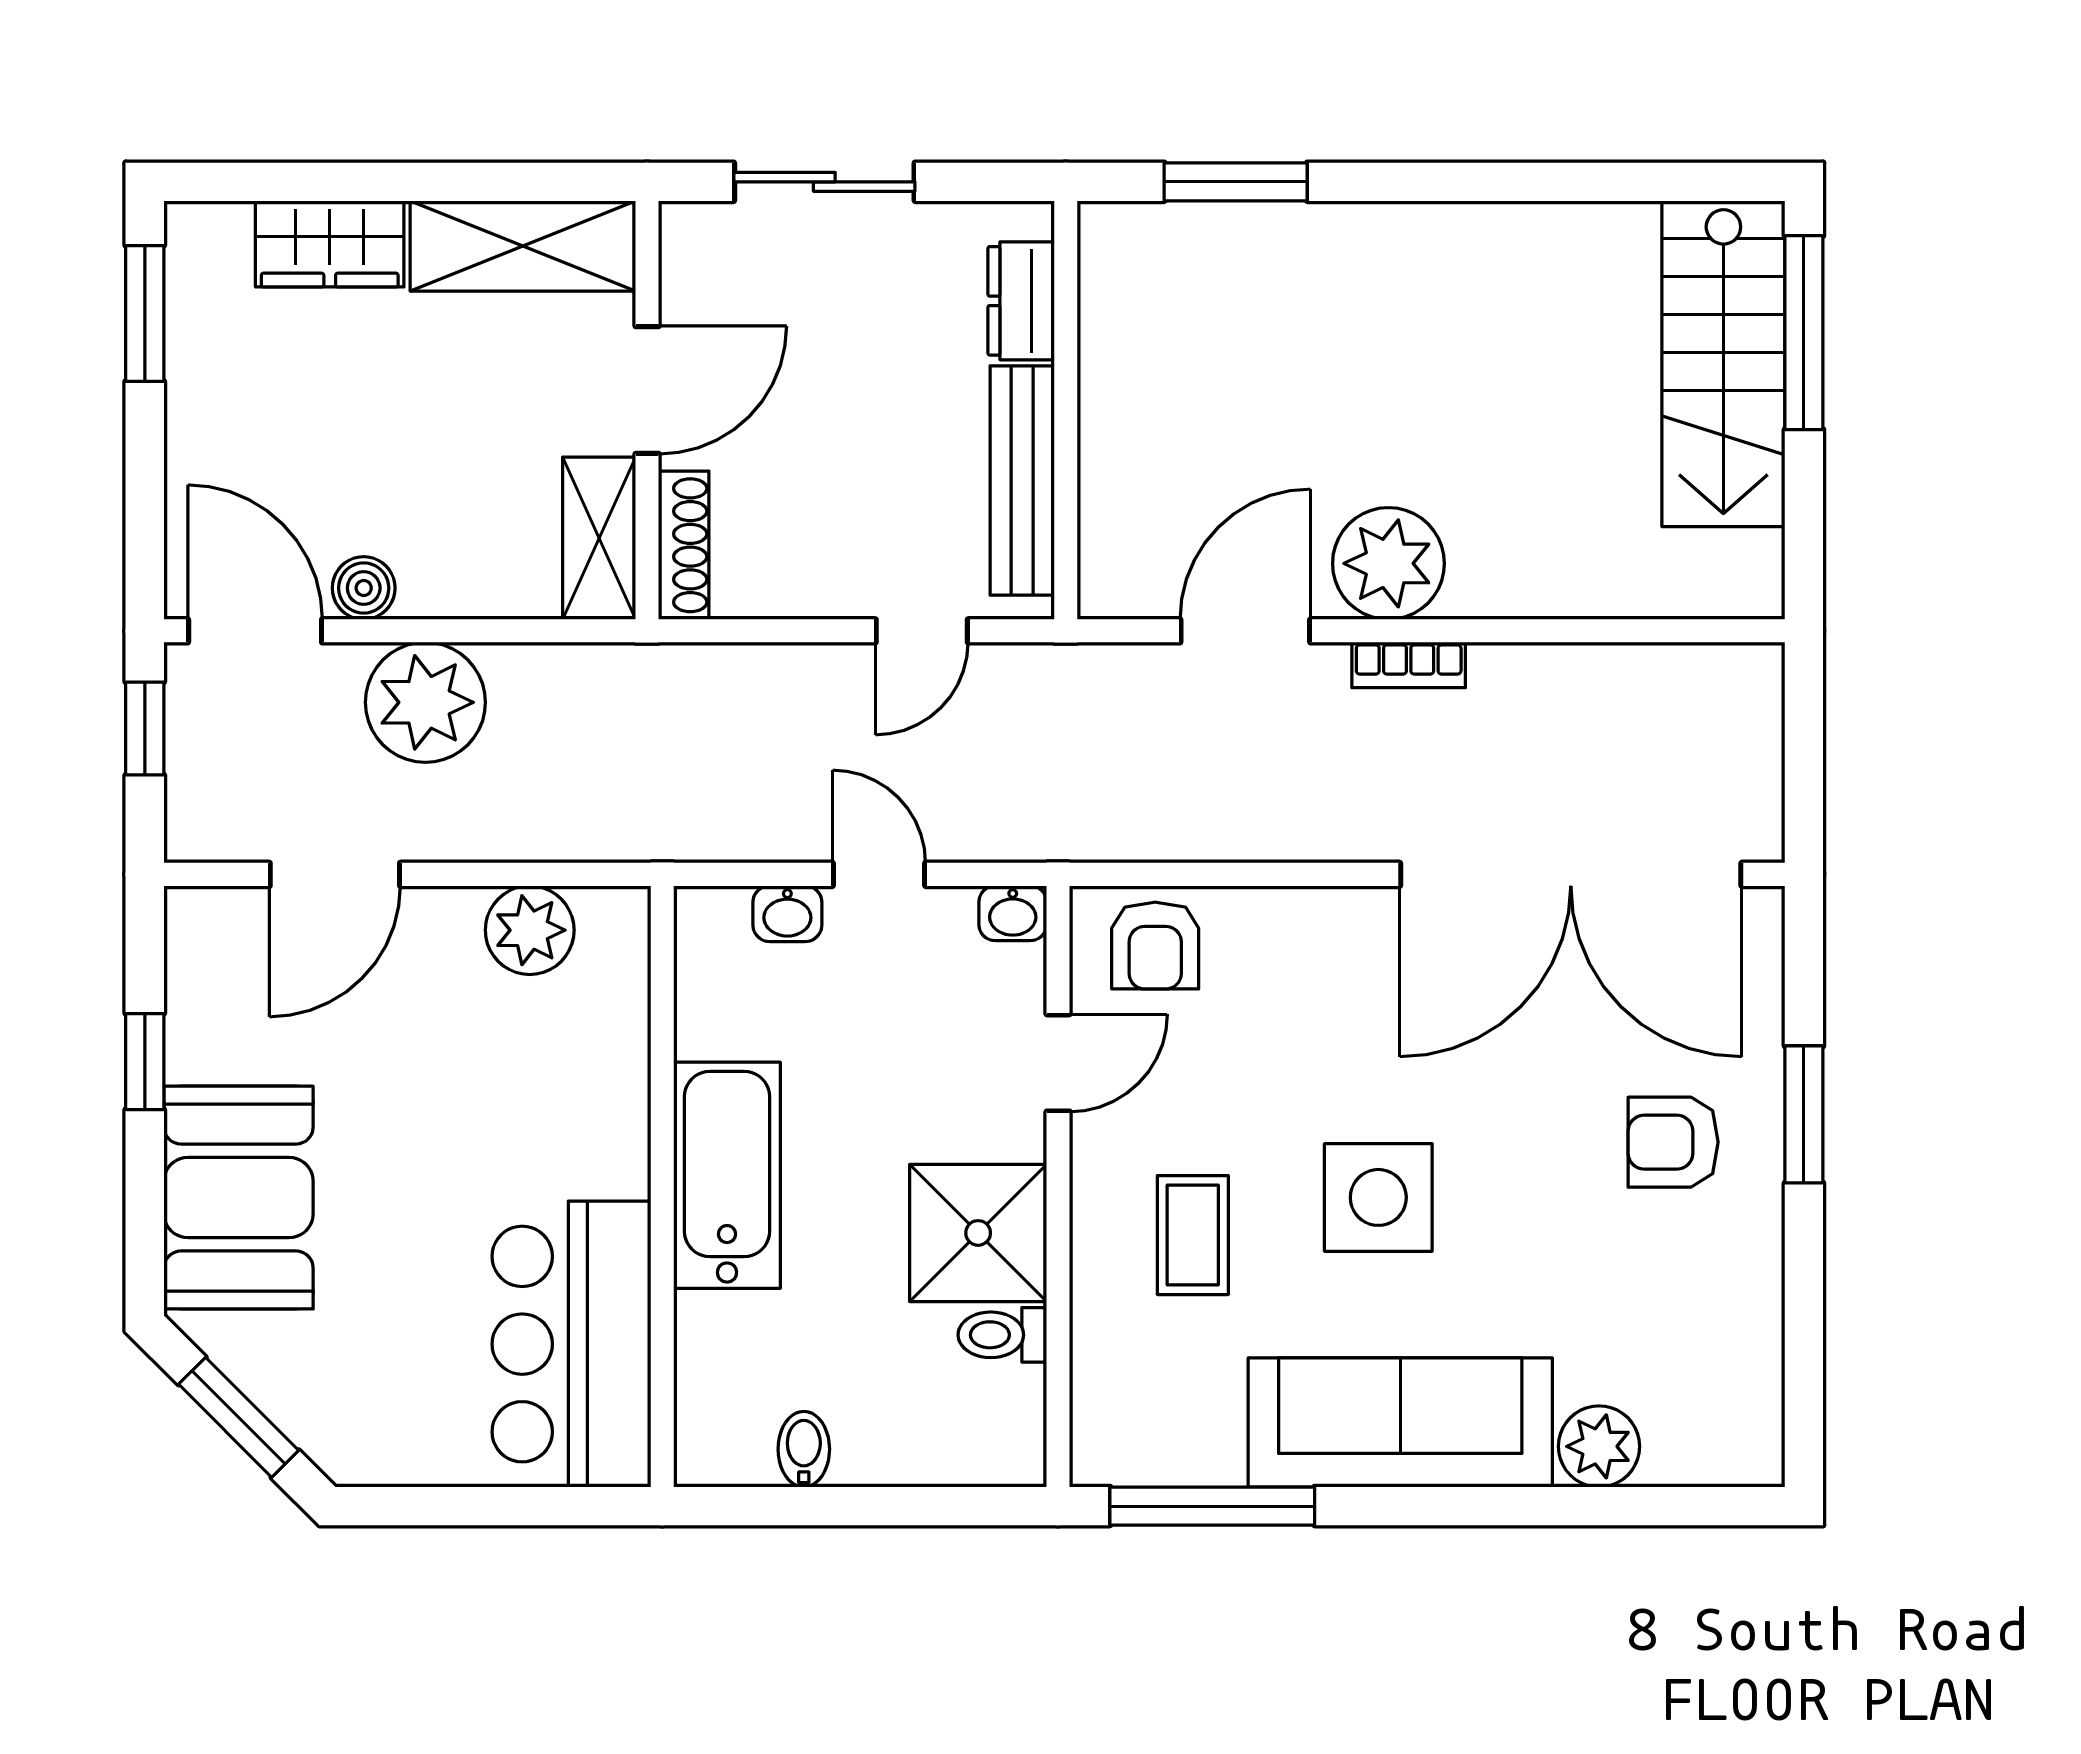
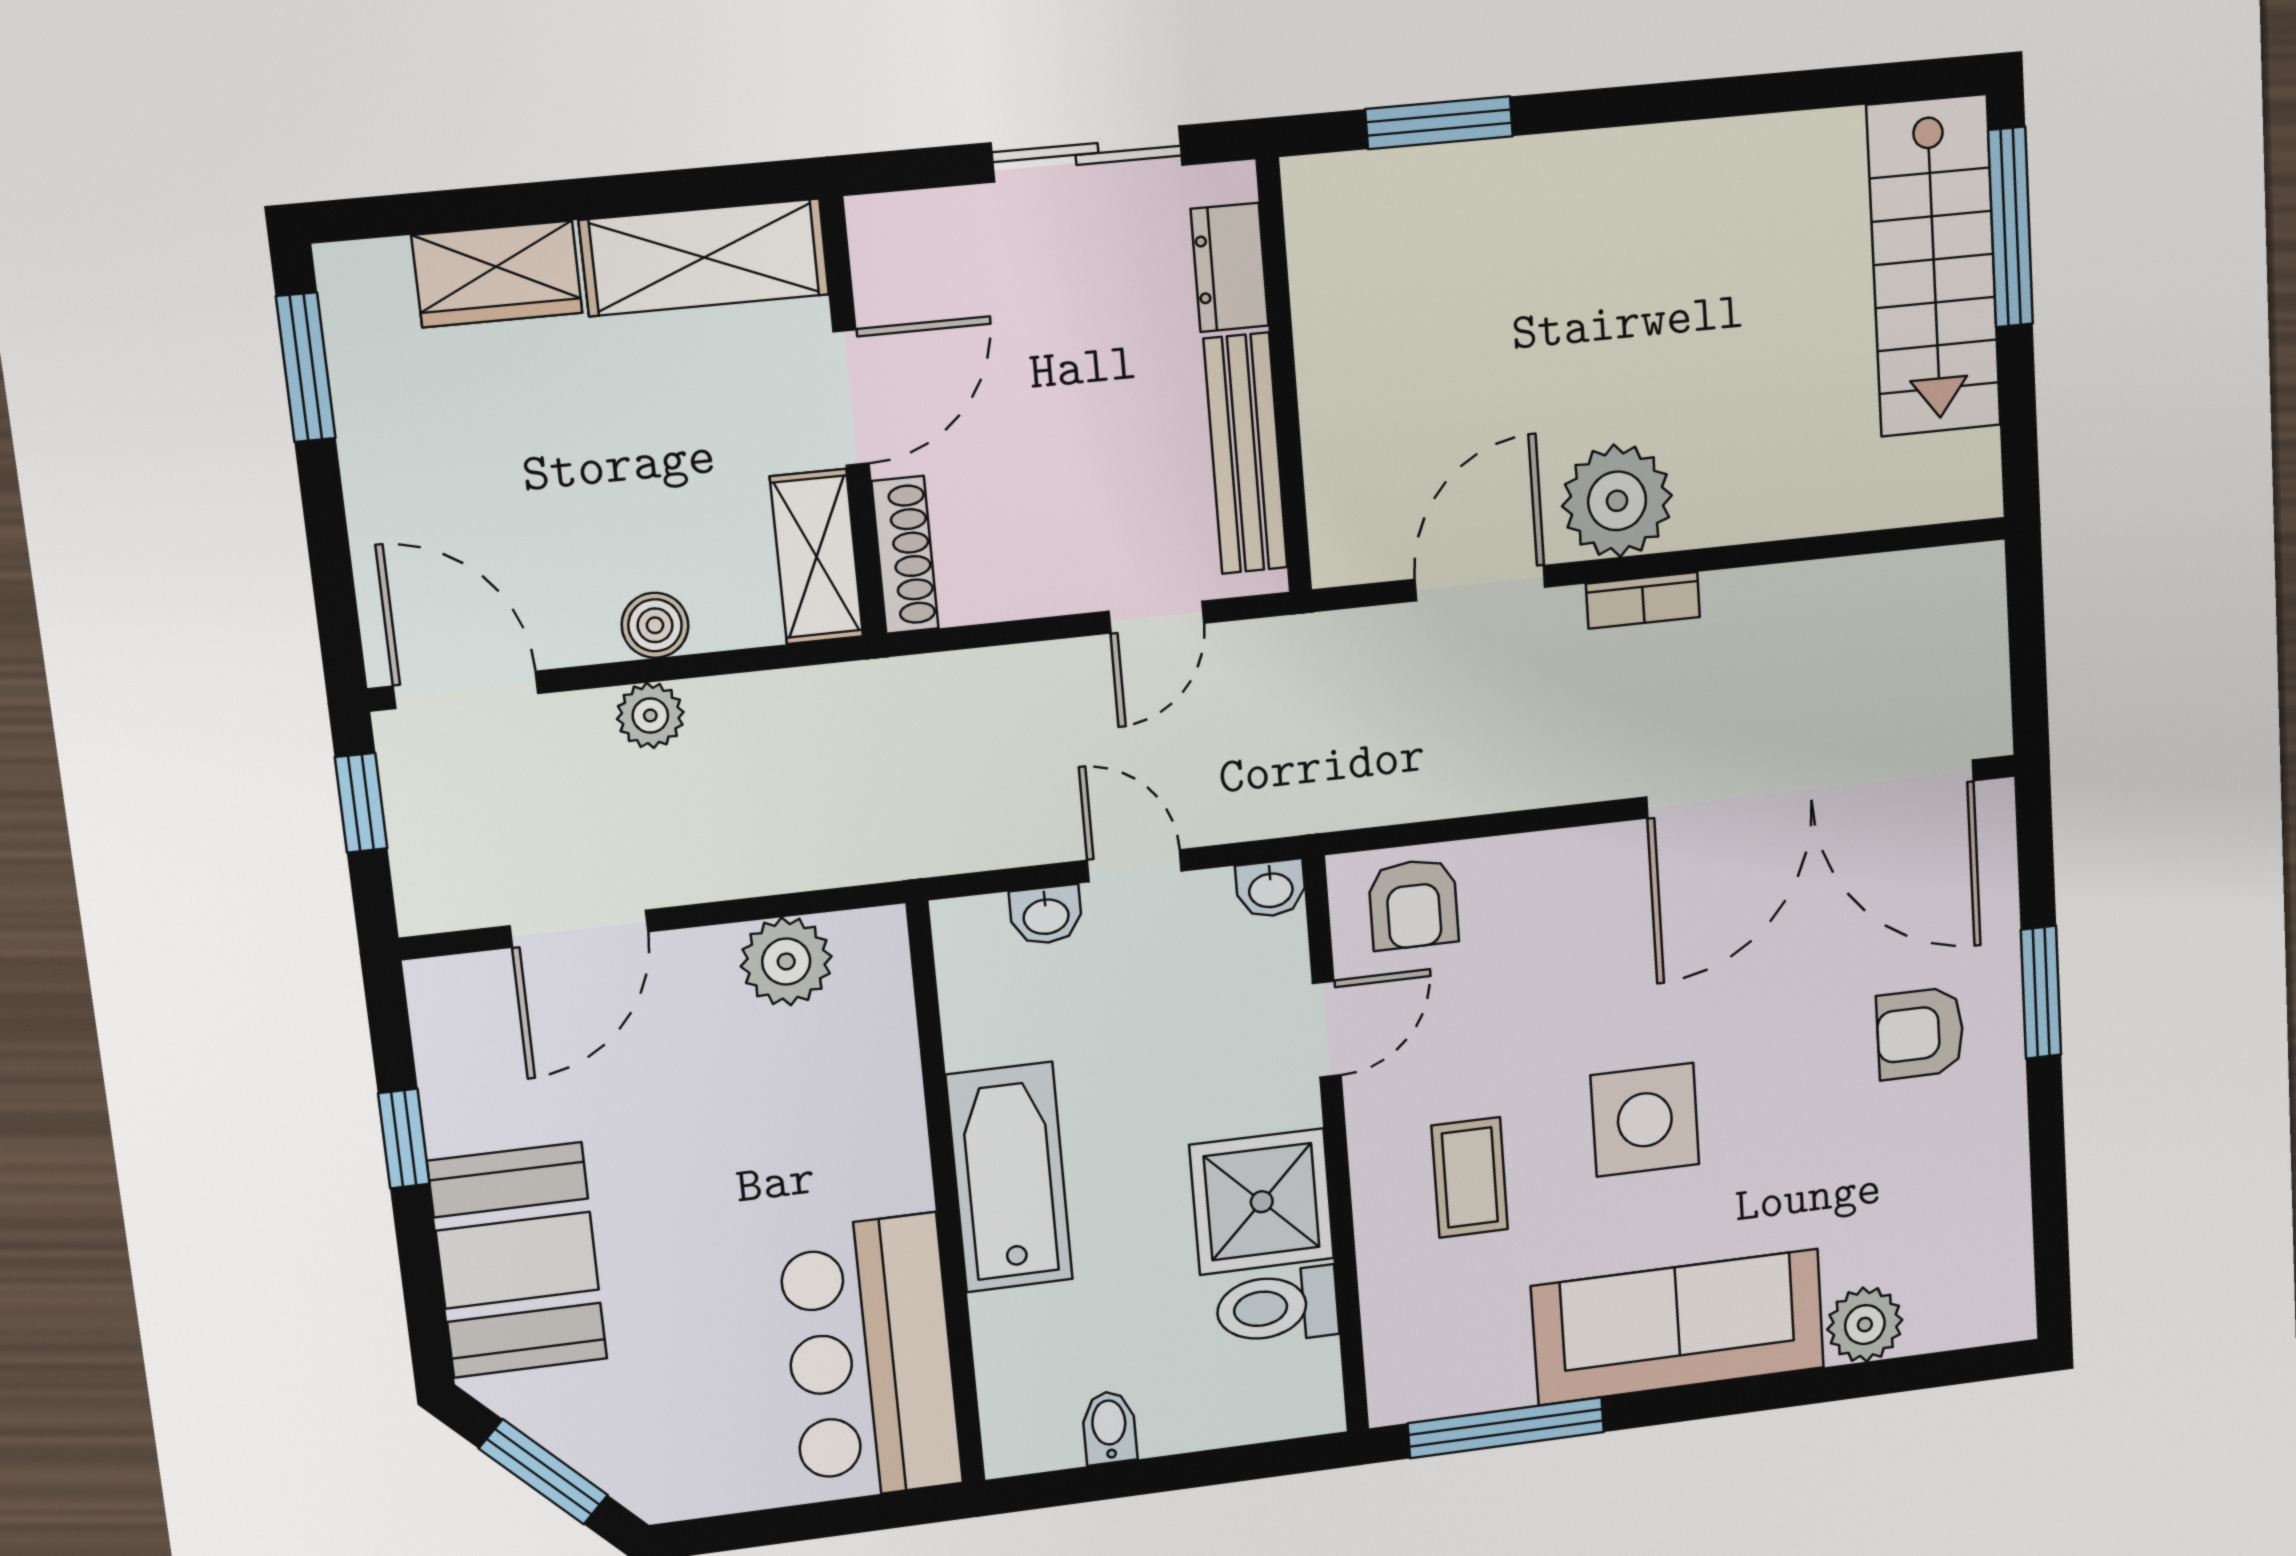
sliding door: (824, 182) -> (1087, 154), moved
boiler: (364, 588) -> (655, 625), moved
plant: (425, 702) -> (650, 715), width x0.53, depth x0.53
toilet: (1002, 1335) -> (1277, 1307), width x1.37, depth x1.39

